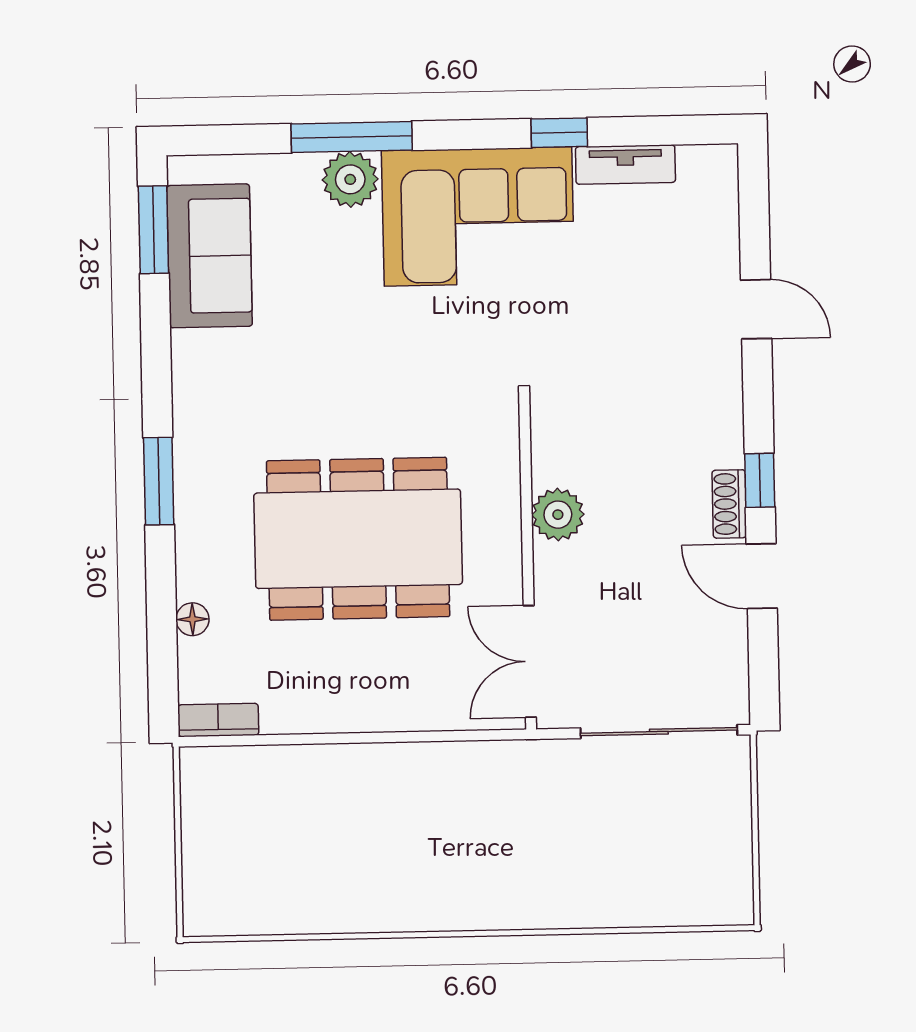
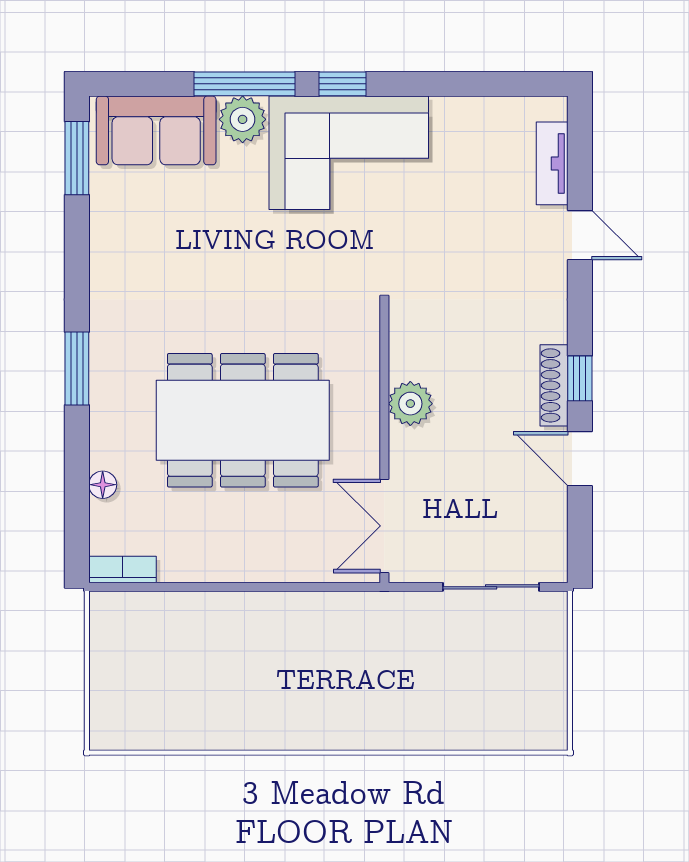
window: (559, 133) -> (342, 84), moved
tv unit: (625, 165) -> (552, 163), moved, turned 90
sofa: (210, 256) -> (156, 130), moved, turned 90
shoe rack: (729, 504) -> (554, 385), width x1.43
sliding door: (659, 732) -> (491, 587), width x0.73

